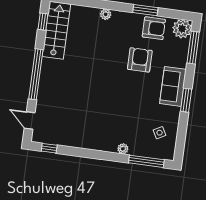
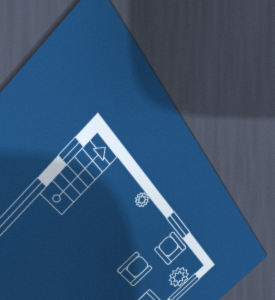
armchair: (154, 28) -> (170, 249), turned 180
plant: (182, 29) -> (179, 277), moved

